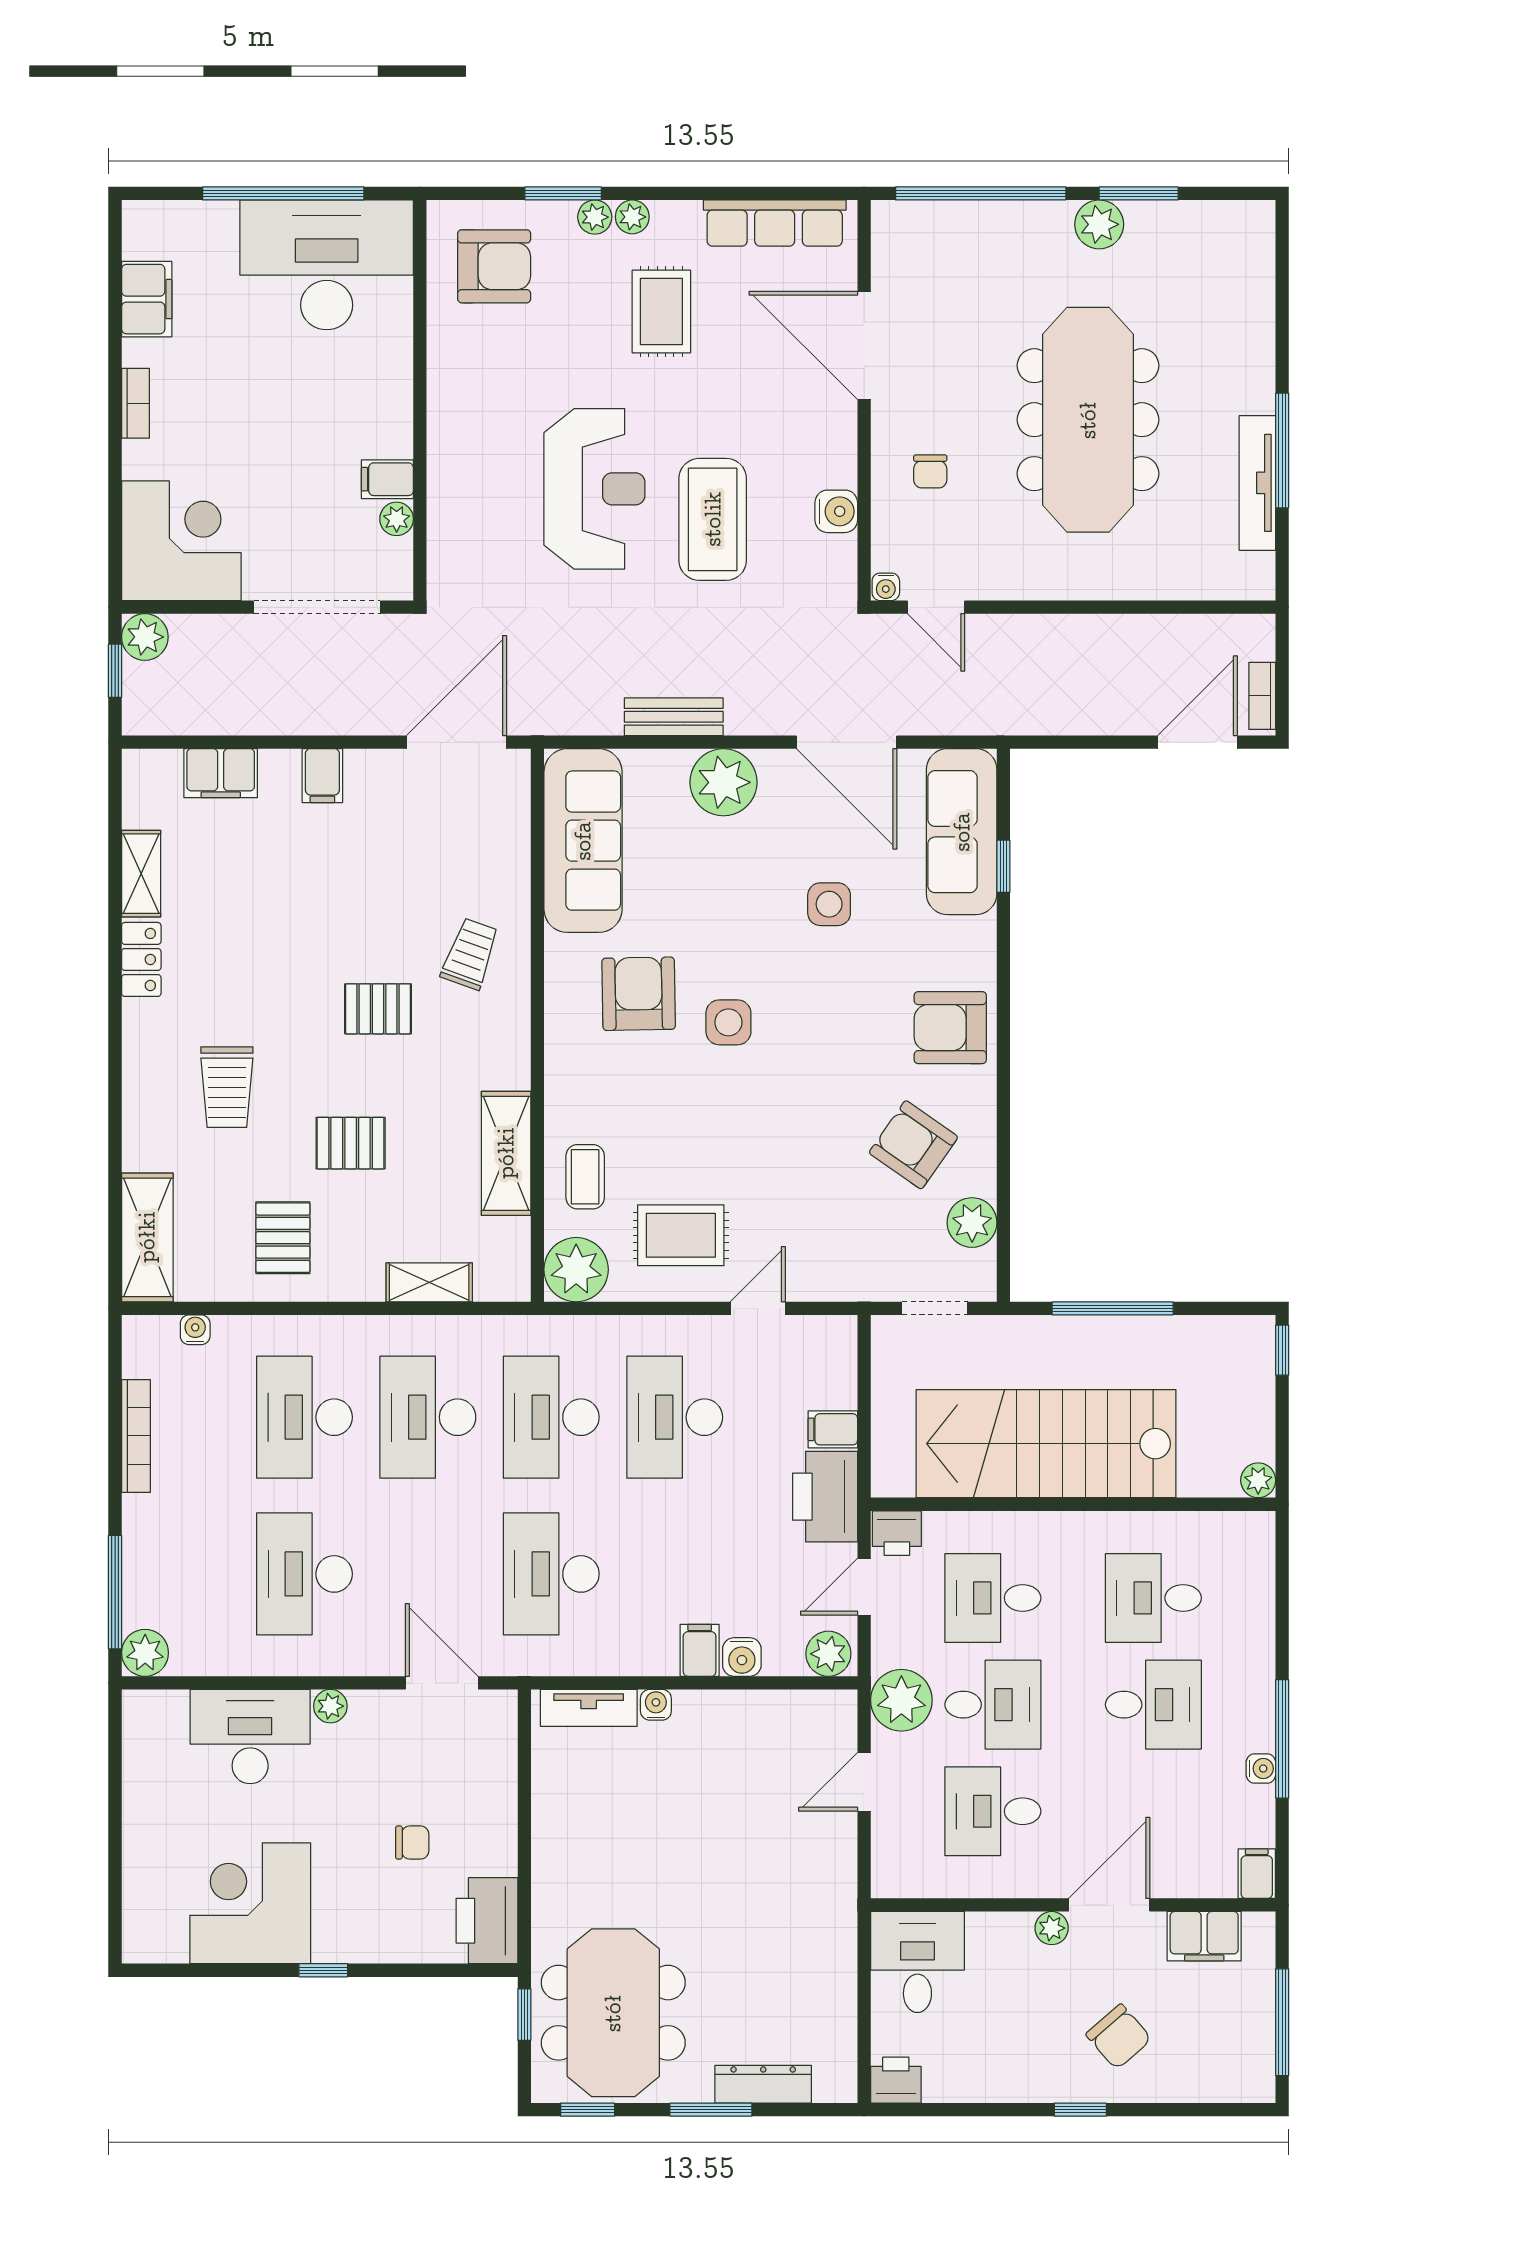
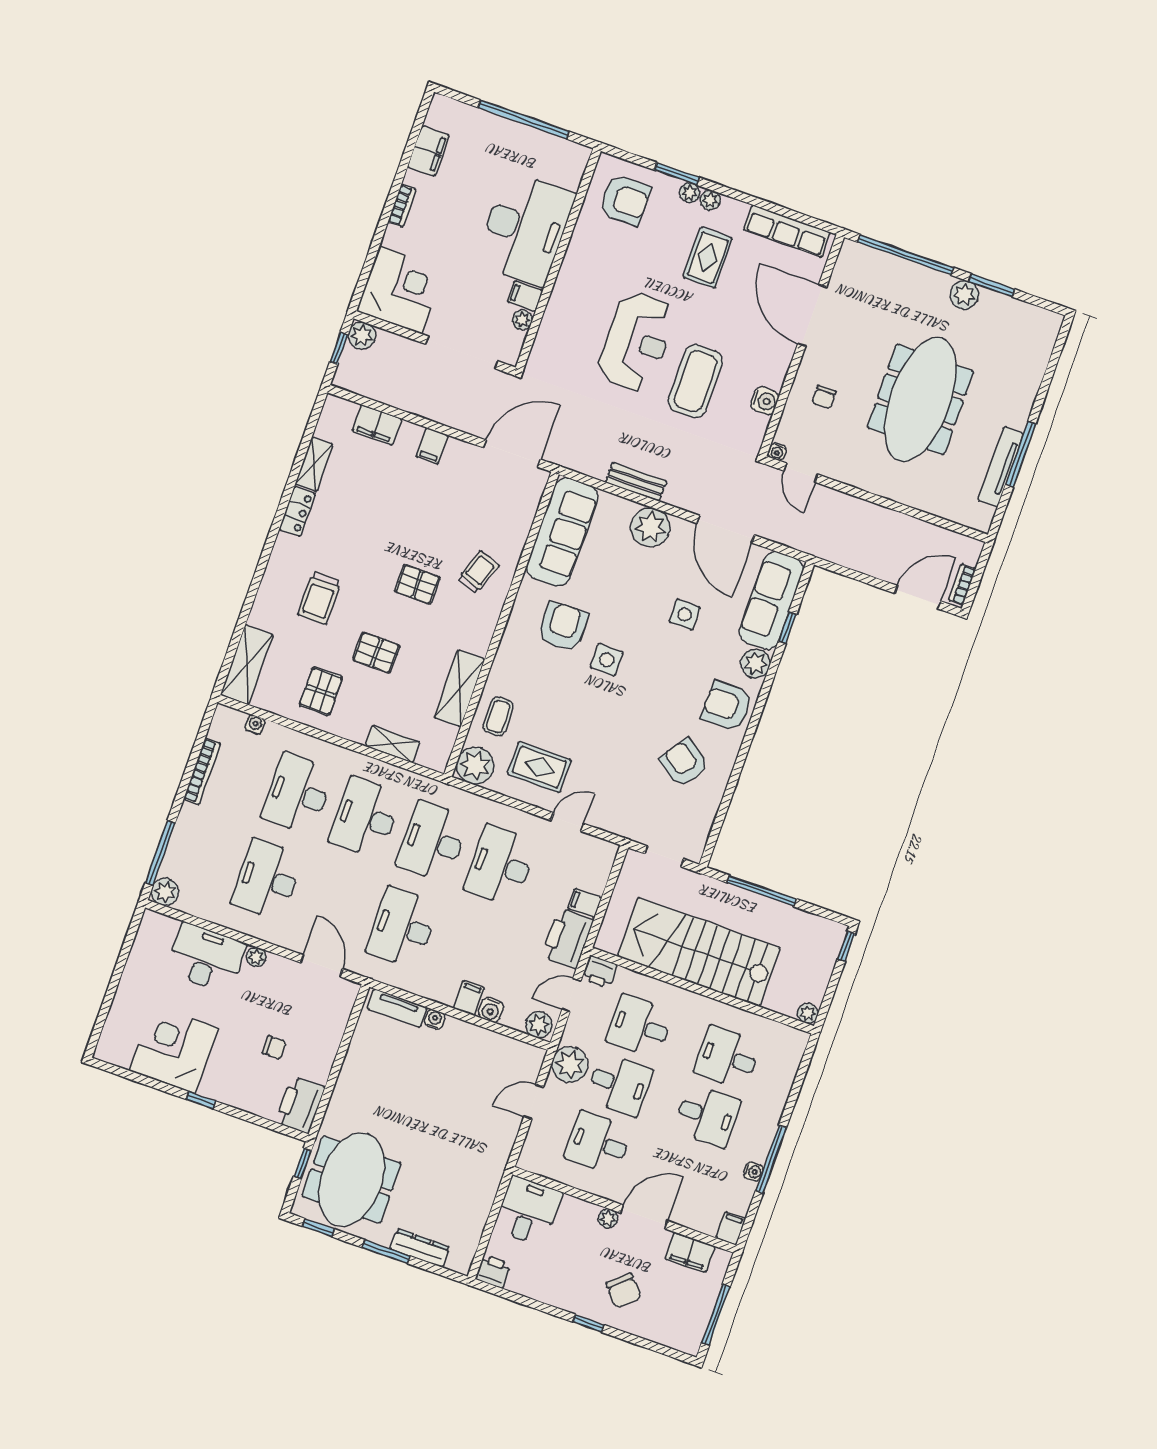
desk: (327, 265) -> (525, 229), moved, turned 90
plant: (972, 1223) -> (755, 664), moved

